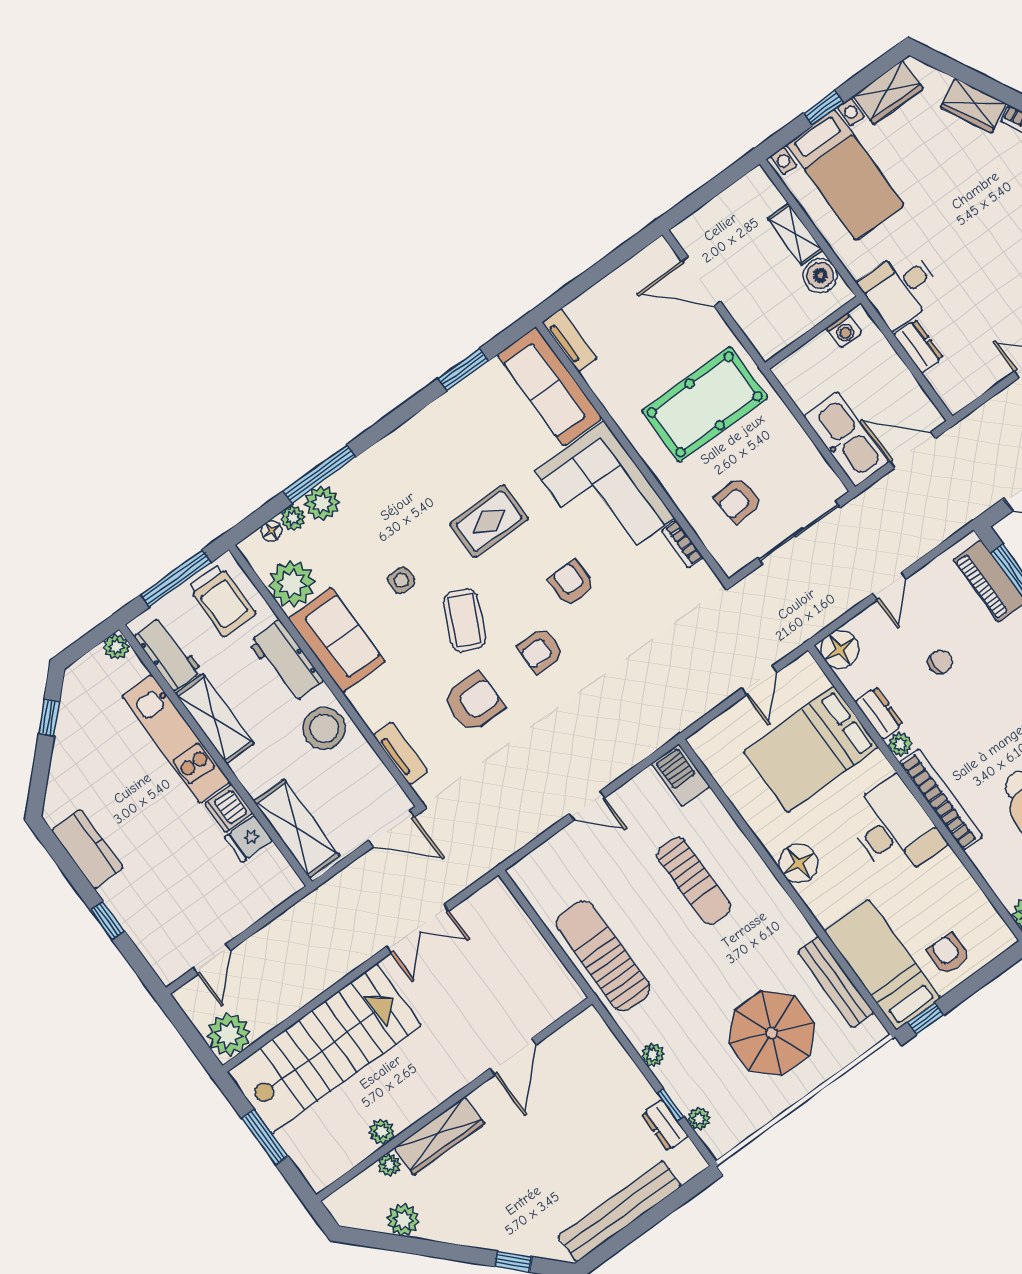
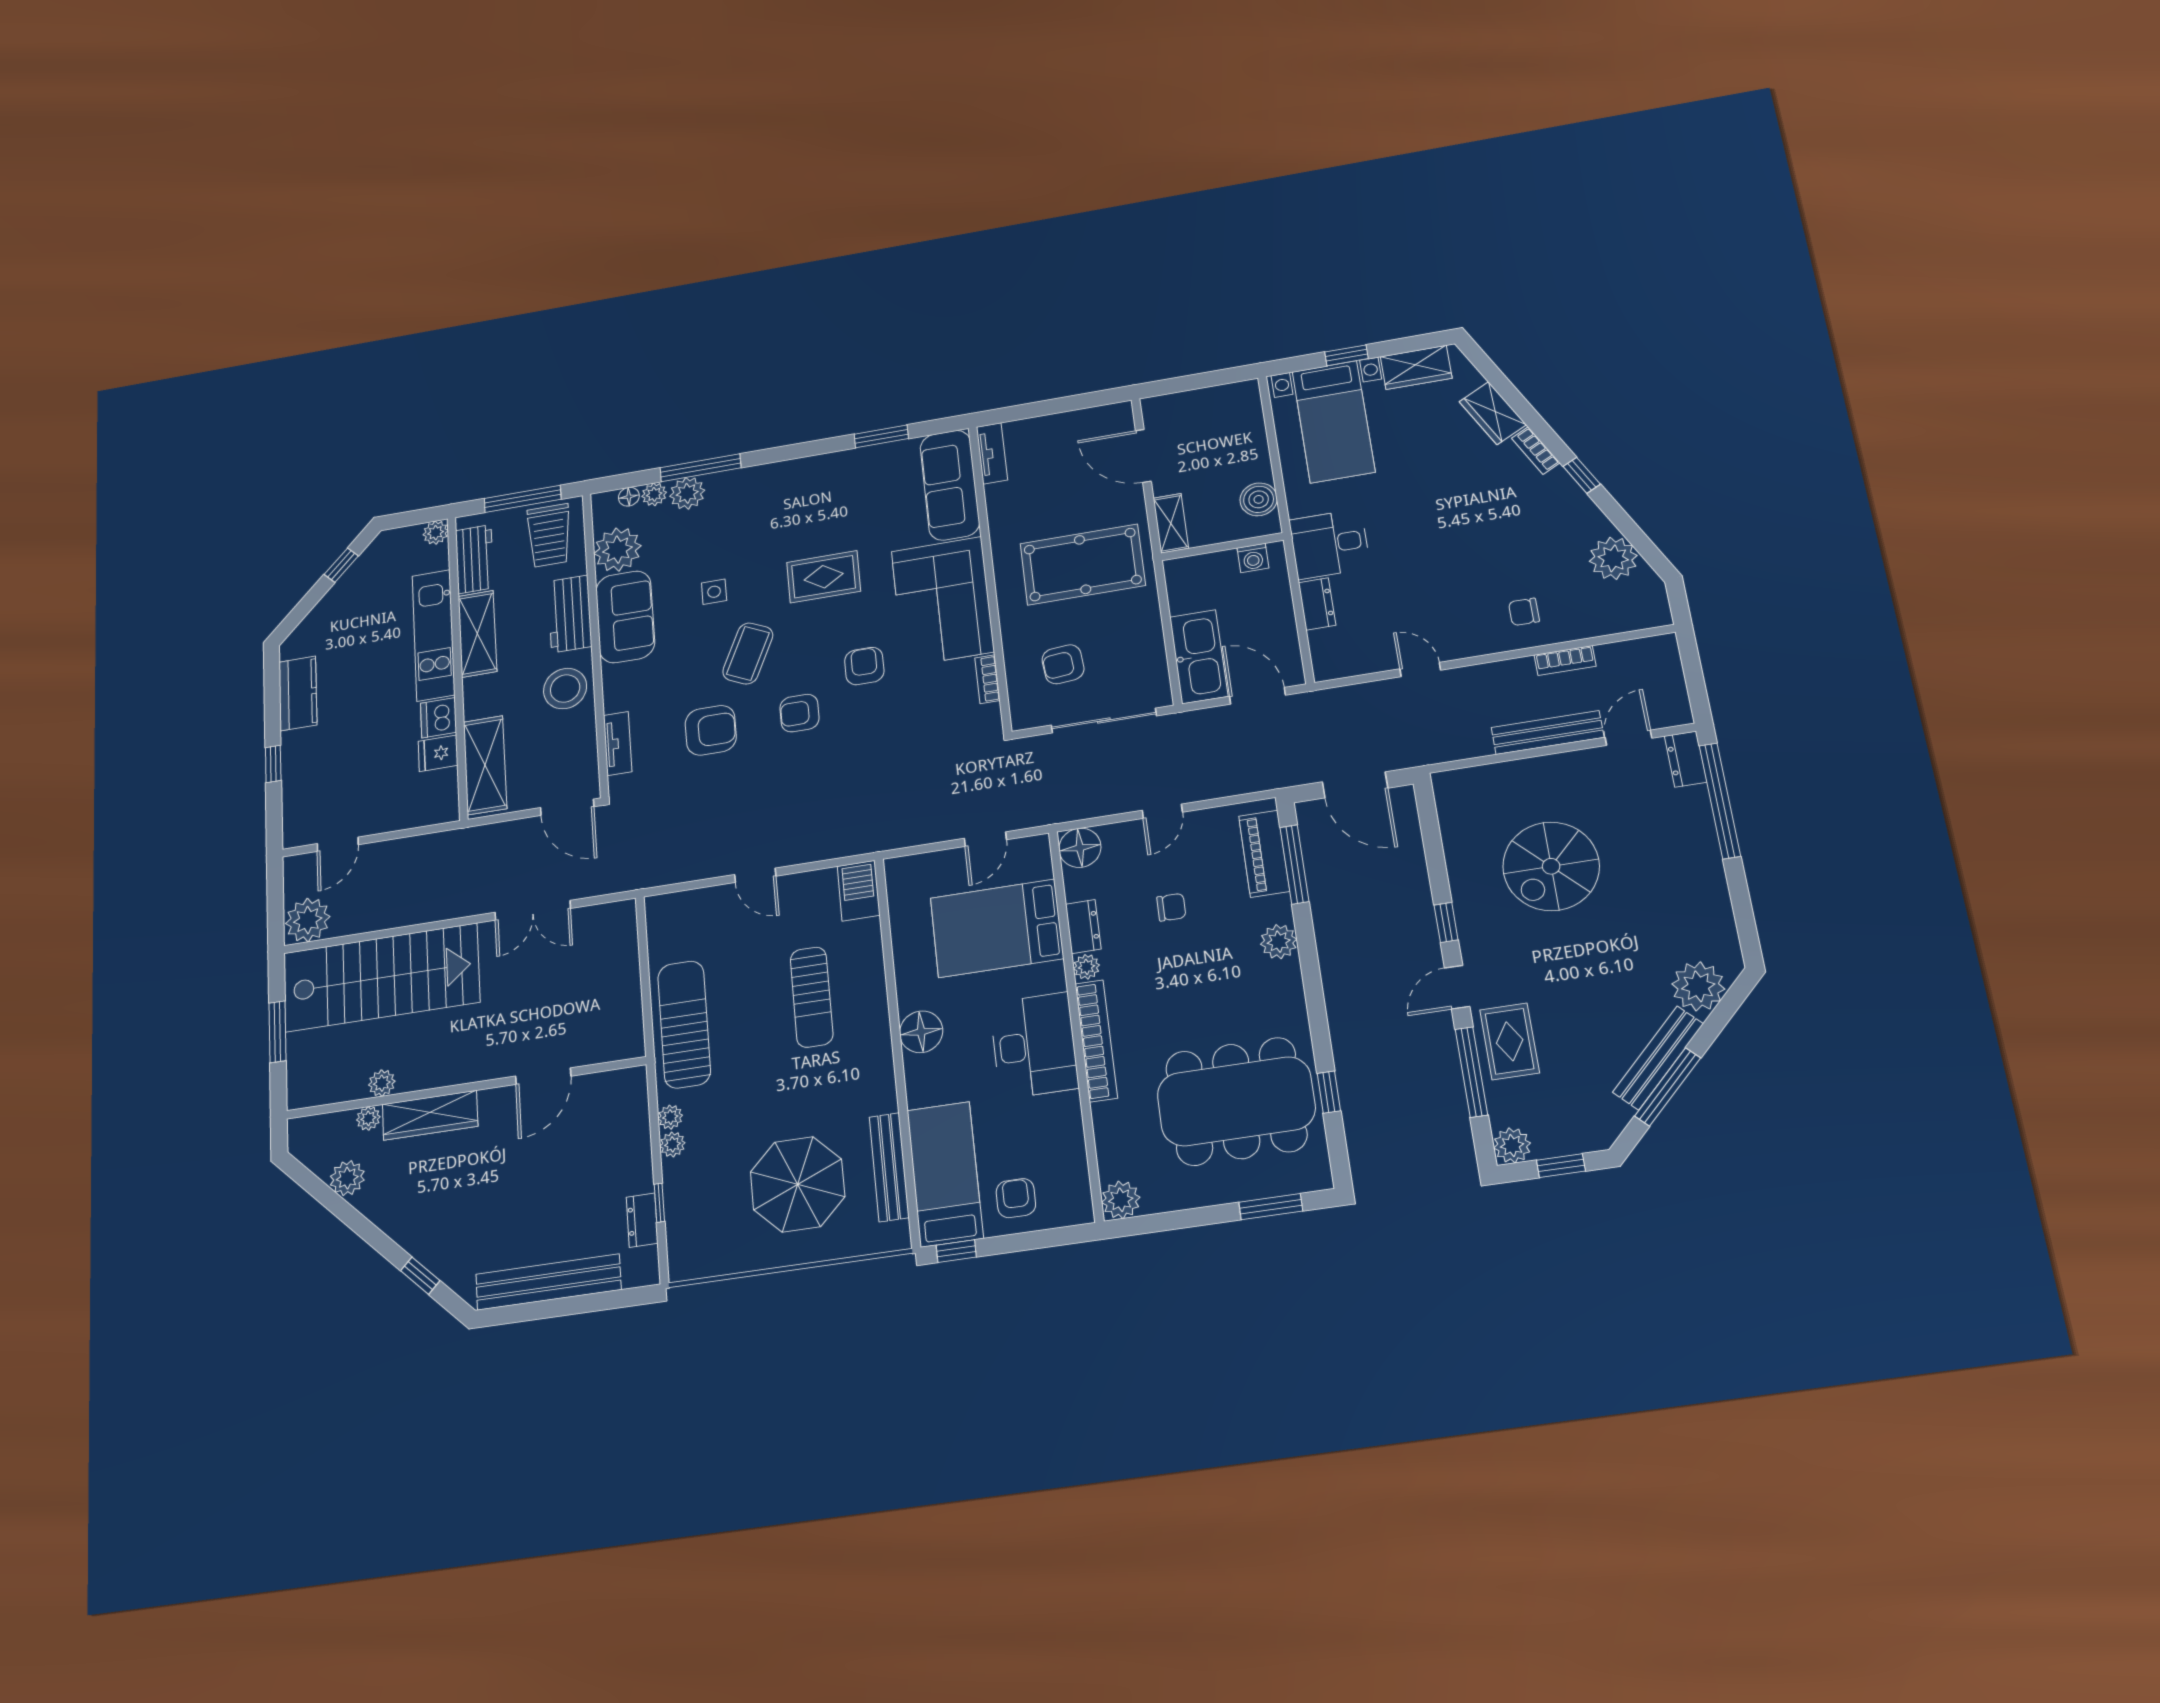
shelving: (795, 234) -> (1171, 523), moved
plant: (699, 1119) -> (670, 1117), moved

